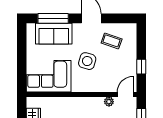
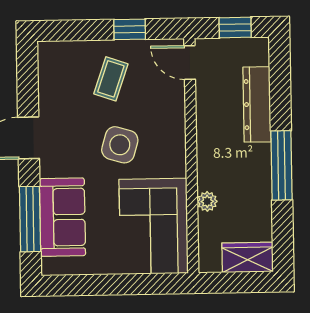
coffee table: (112, 41) -> (111, 79), moved
plant: (109, 102) -> (207, 201), moved

